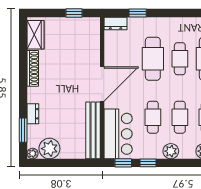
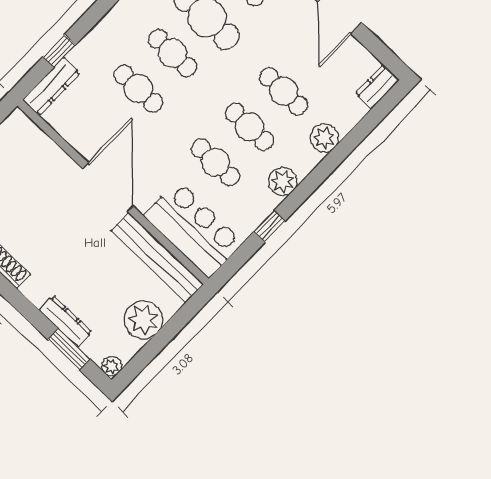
dresser: (116, 23) -> (51, 87), width x1.44
cafe table: (153, 59) -> (138, 89), width x0.73, depth x0.74
dresser: (33, 114) -> (65, 321), width x1.44
plant: (49, 149) -> (144, 320), moved
window: (123, 163) -> (238, 259), removed

